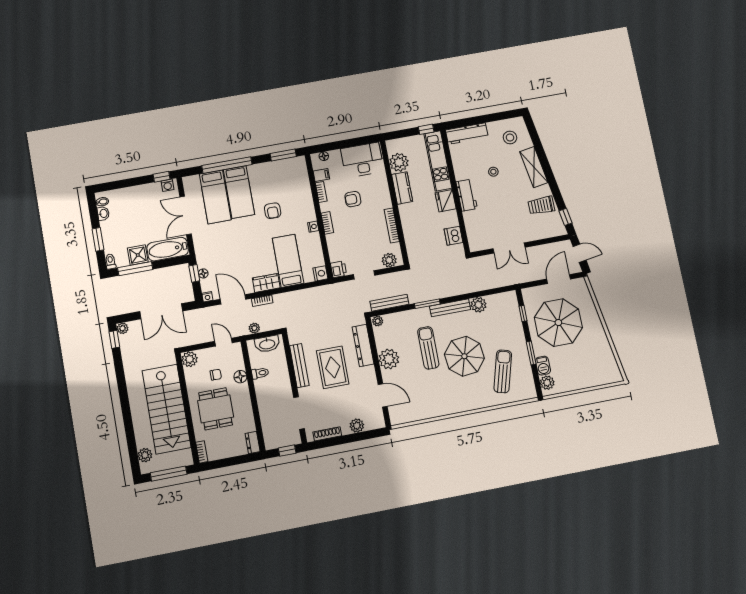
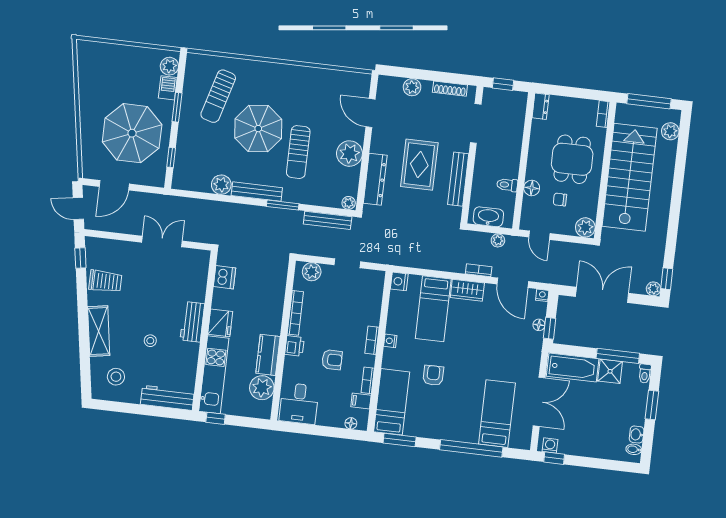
desk: (362, 160) -> (299, 403), width x0.73
bed: (239, 192) -> (392, 402), moved
printer: (339, 269) -> (295, 346), moved, turned 180

